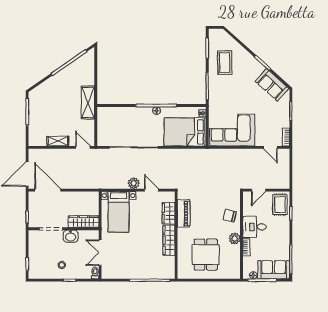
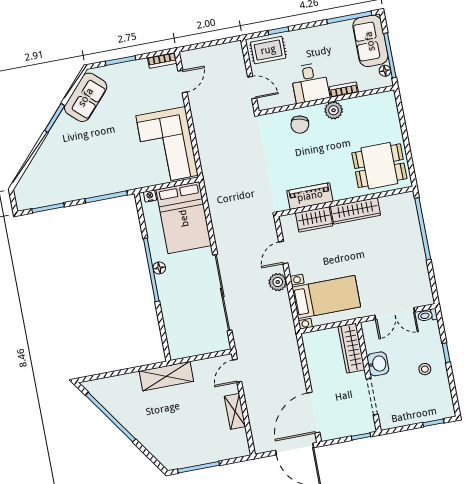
coffee table: (225, 63) -> (65, 177), removed
dining table: (206, 255) -> (379, 166), moved

